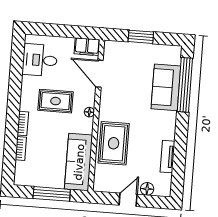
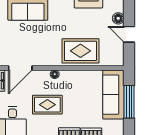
rug: (56, 101) -> (47, 105), turned 90
sofa: (79, 162) -> (113, 95), moved, turned 90

